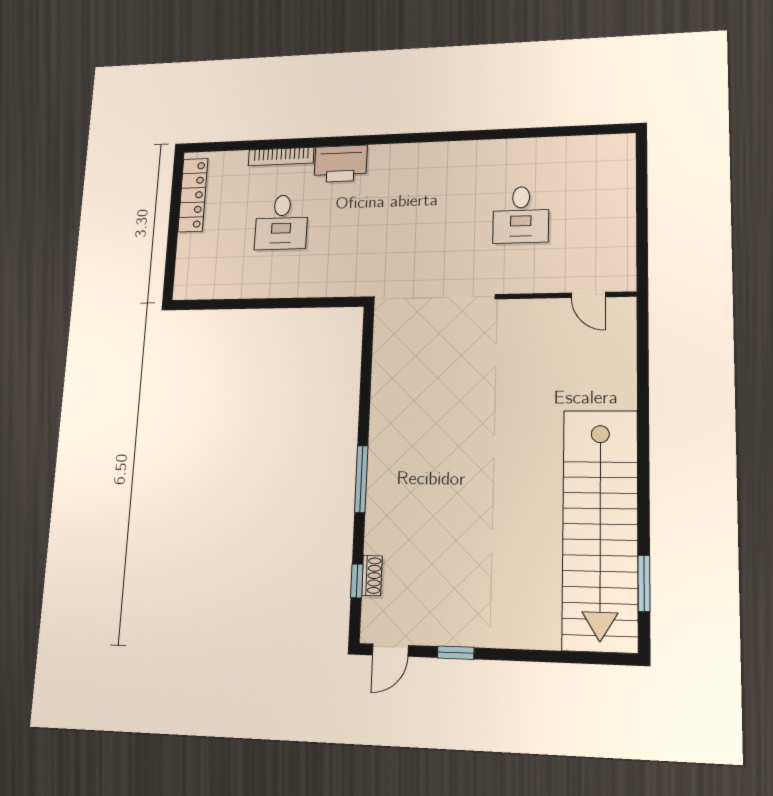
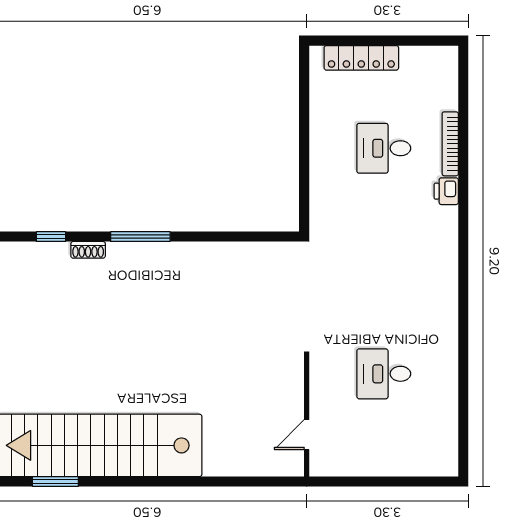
printer: (341, 164) -> (446, 191), width x0.53, depth x0.68
locker: (193, 195) -> (361, 58), moved
shoe rack: (372, 576) -> (88, 250), moved

